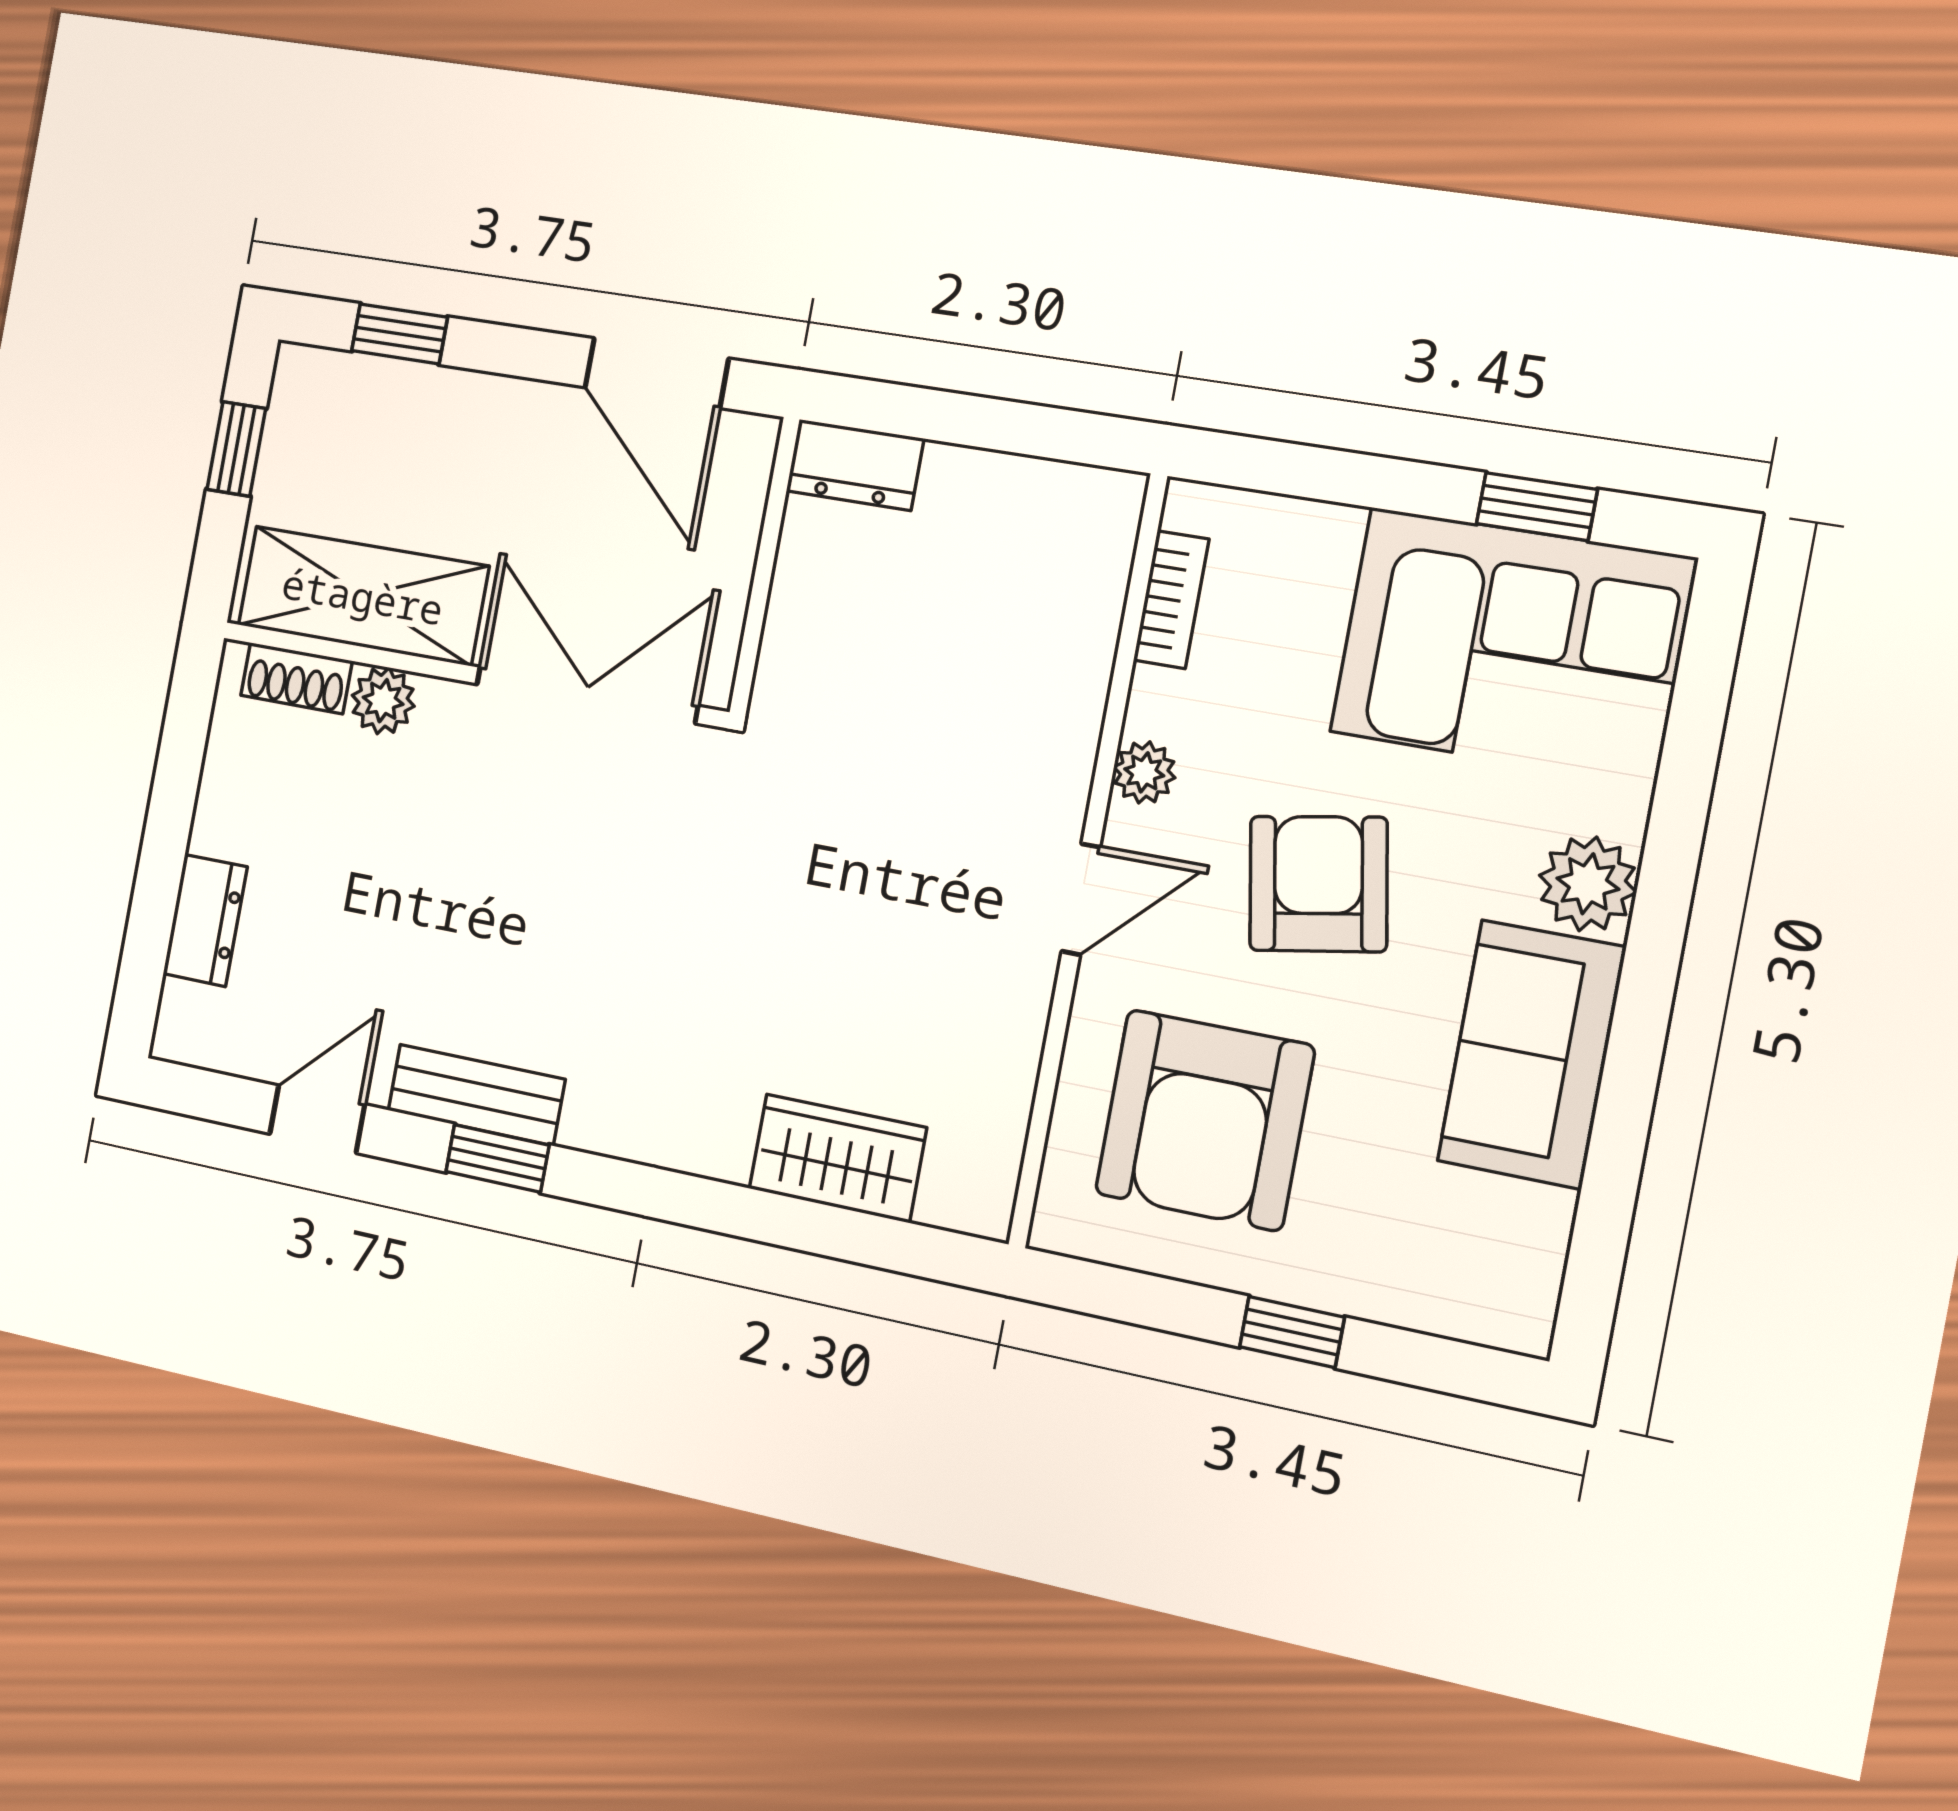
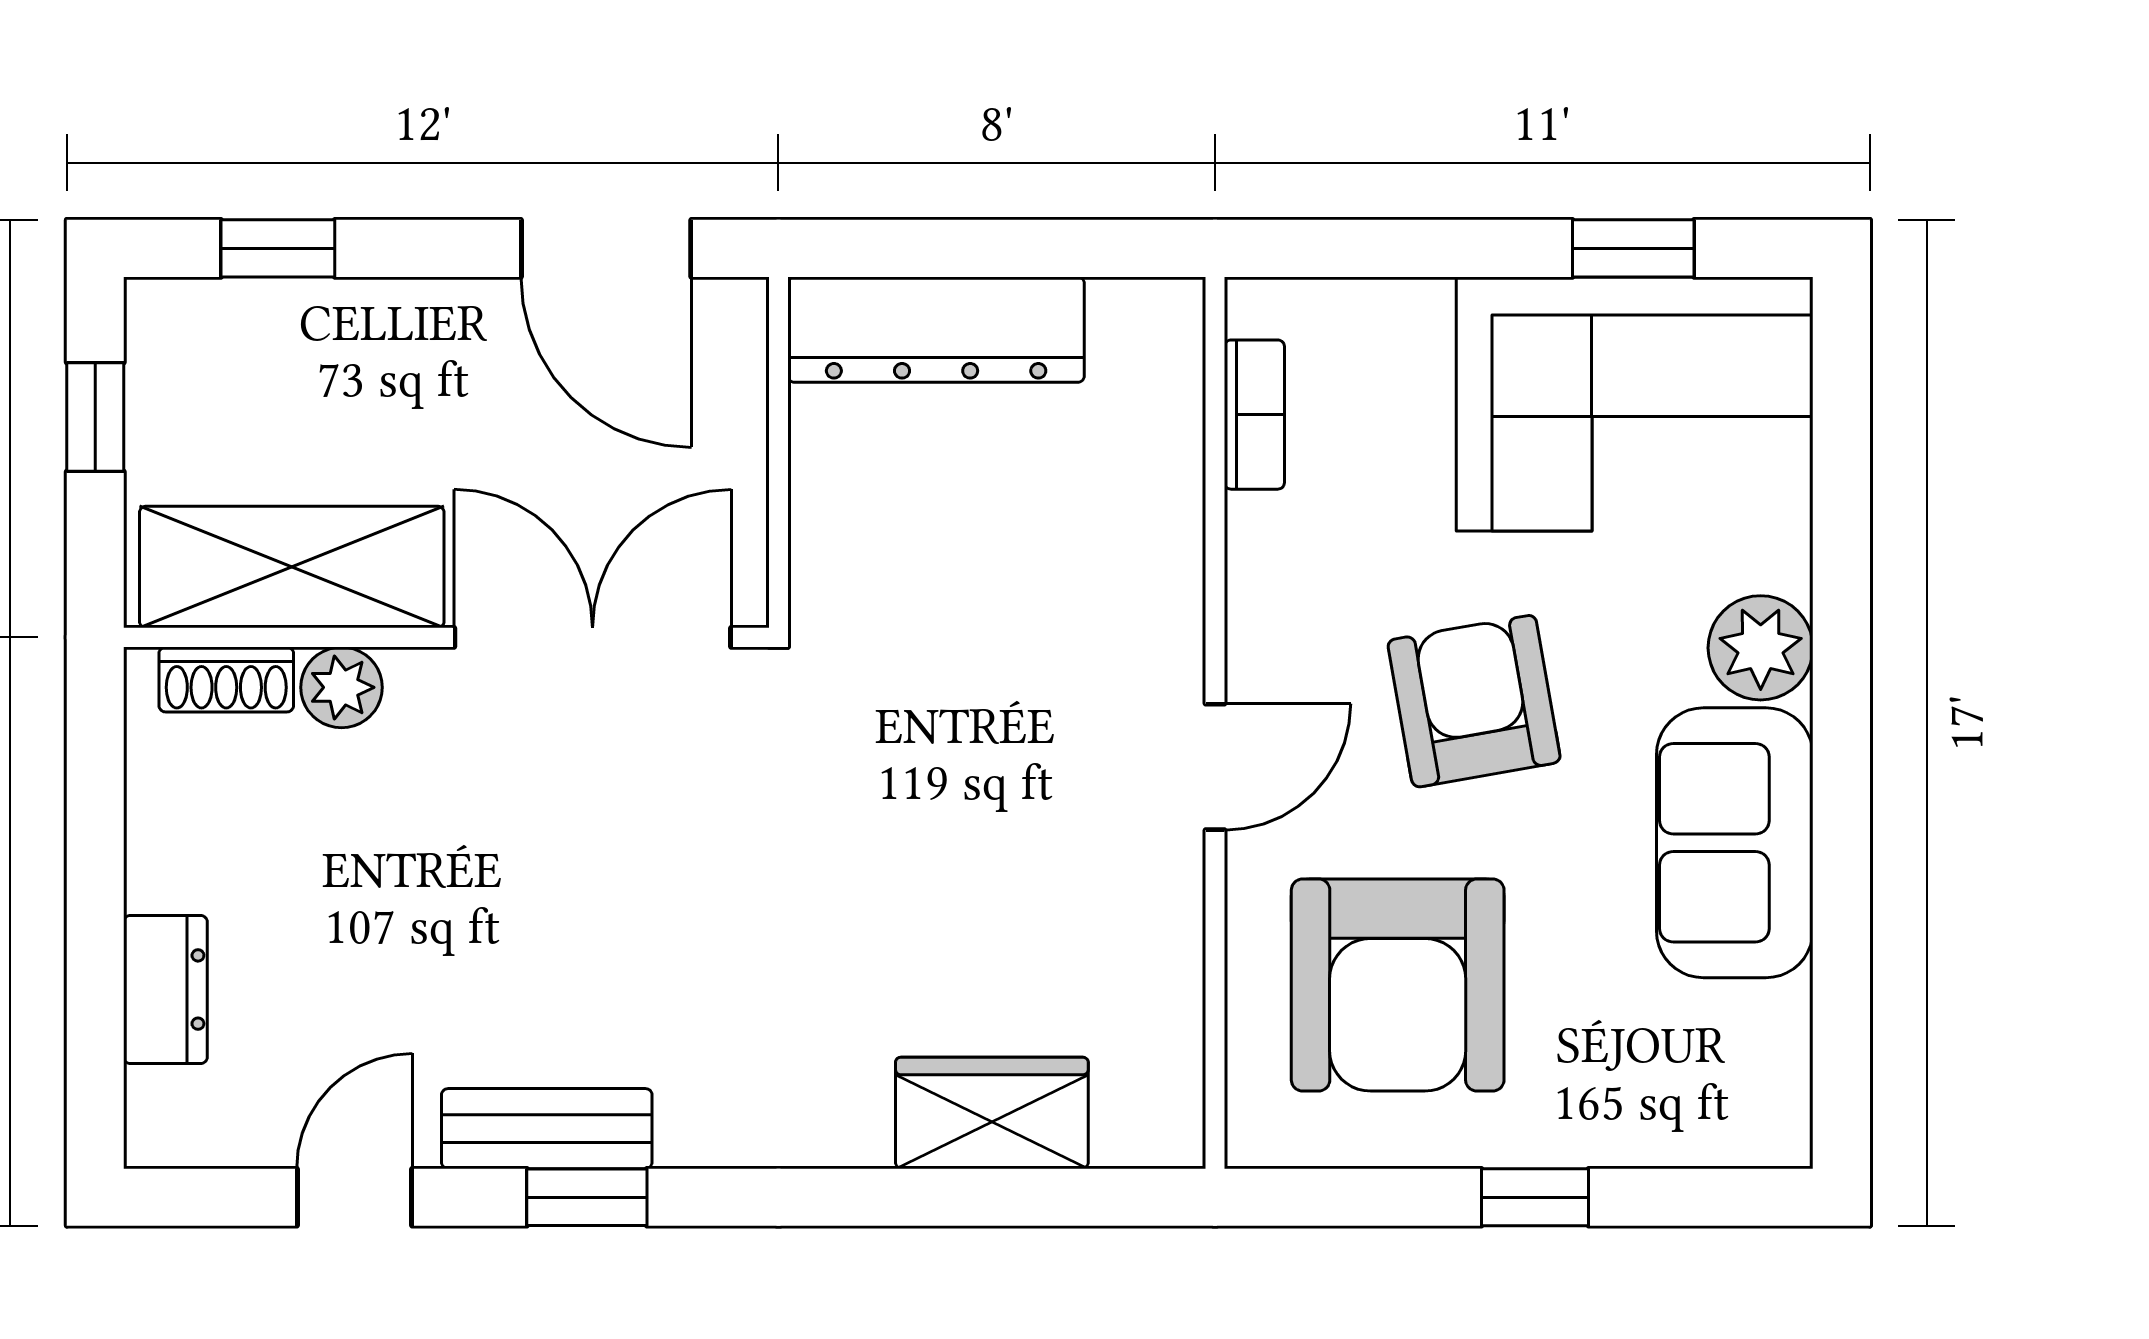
dresser: (855, 465) -> (936, 330), width x1.96, depth x1.24
plant: (1144, 772) -> (1260, 613), removed

